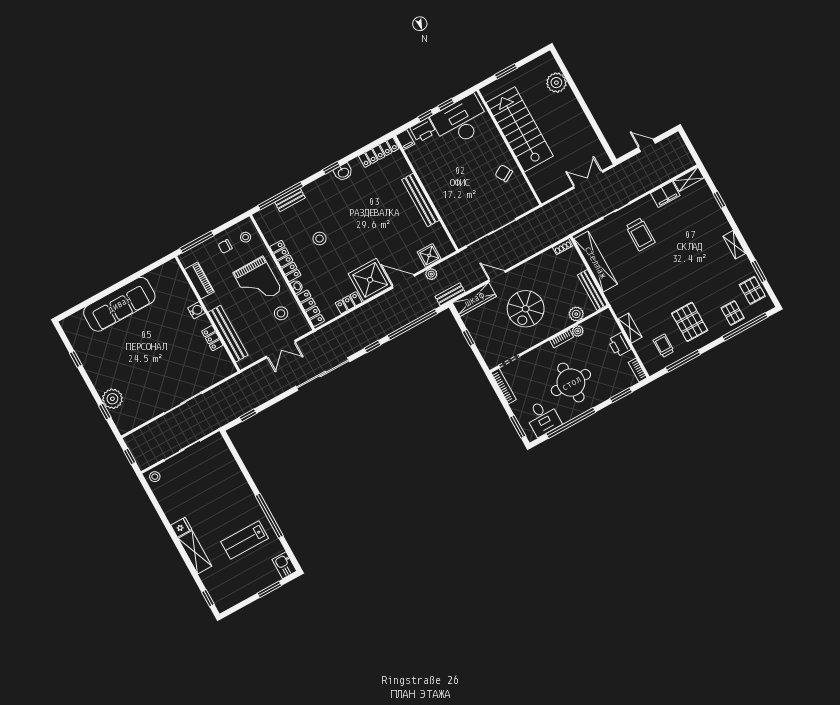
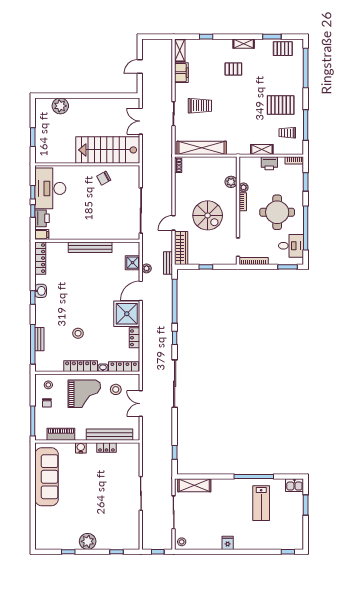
stairs: (520, 129) -> (108, 150), moved
bench: (592, 290) -> (220, 161), removed
sofa: (119, 304) -> (47, 477), moved
pallet: (733, 313) -> (233, 69), moved
double door: (281, 349) -> (141, 404), swing flipped
plant: (112, 399) -> (88, 541), moved
shelving: (195, 552) -> (194, 485), moved

